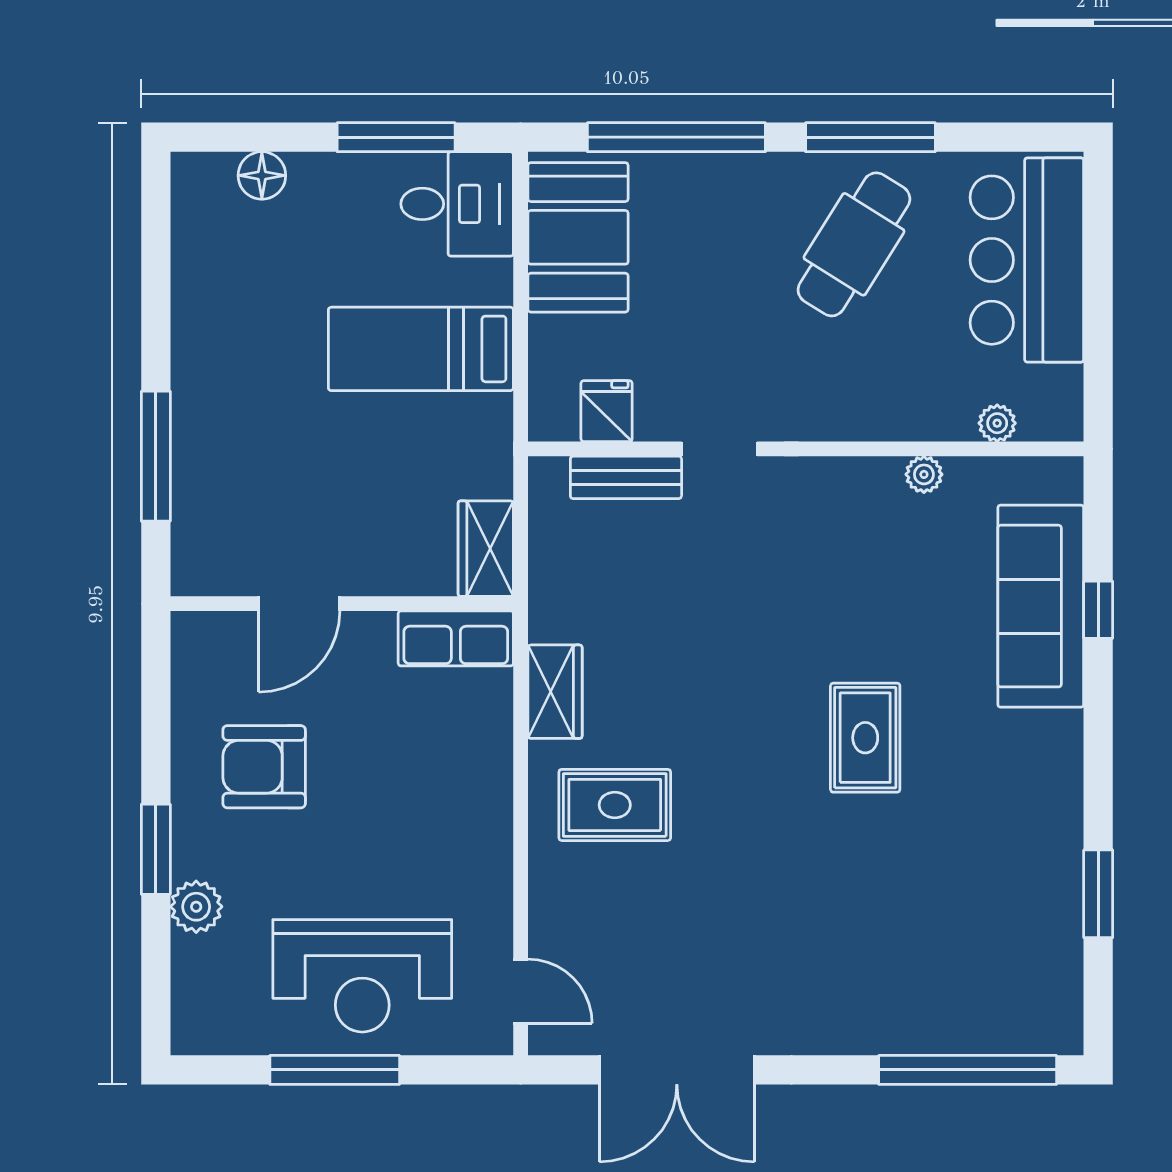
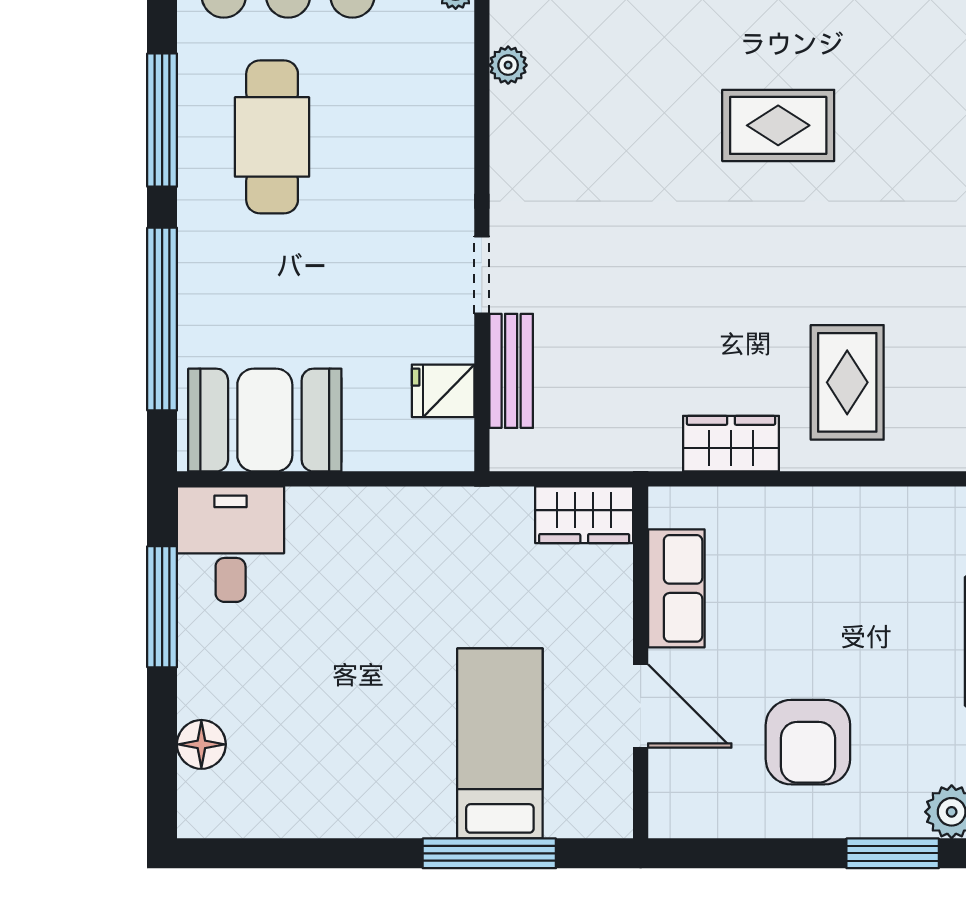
cafe table: (854, 244) -> (272, 137), turned 58
bed: (421, 349) -> (500, 743), moved, turned 180
row of seats: (456, 638) -> (676, 588), moved

